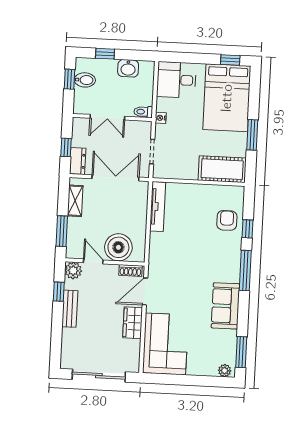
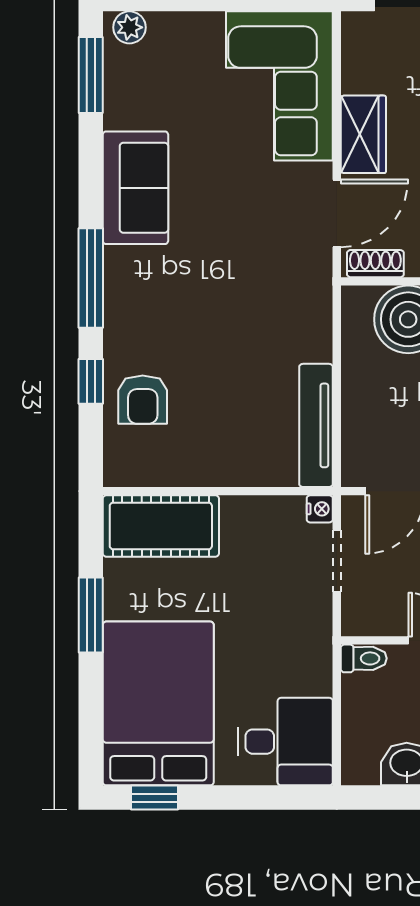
nightstand: (161, 118) -> (320, 509), moved

